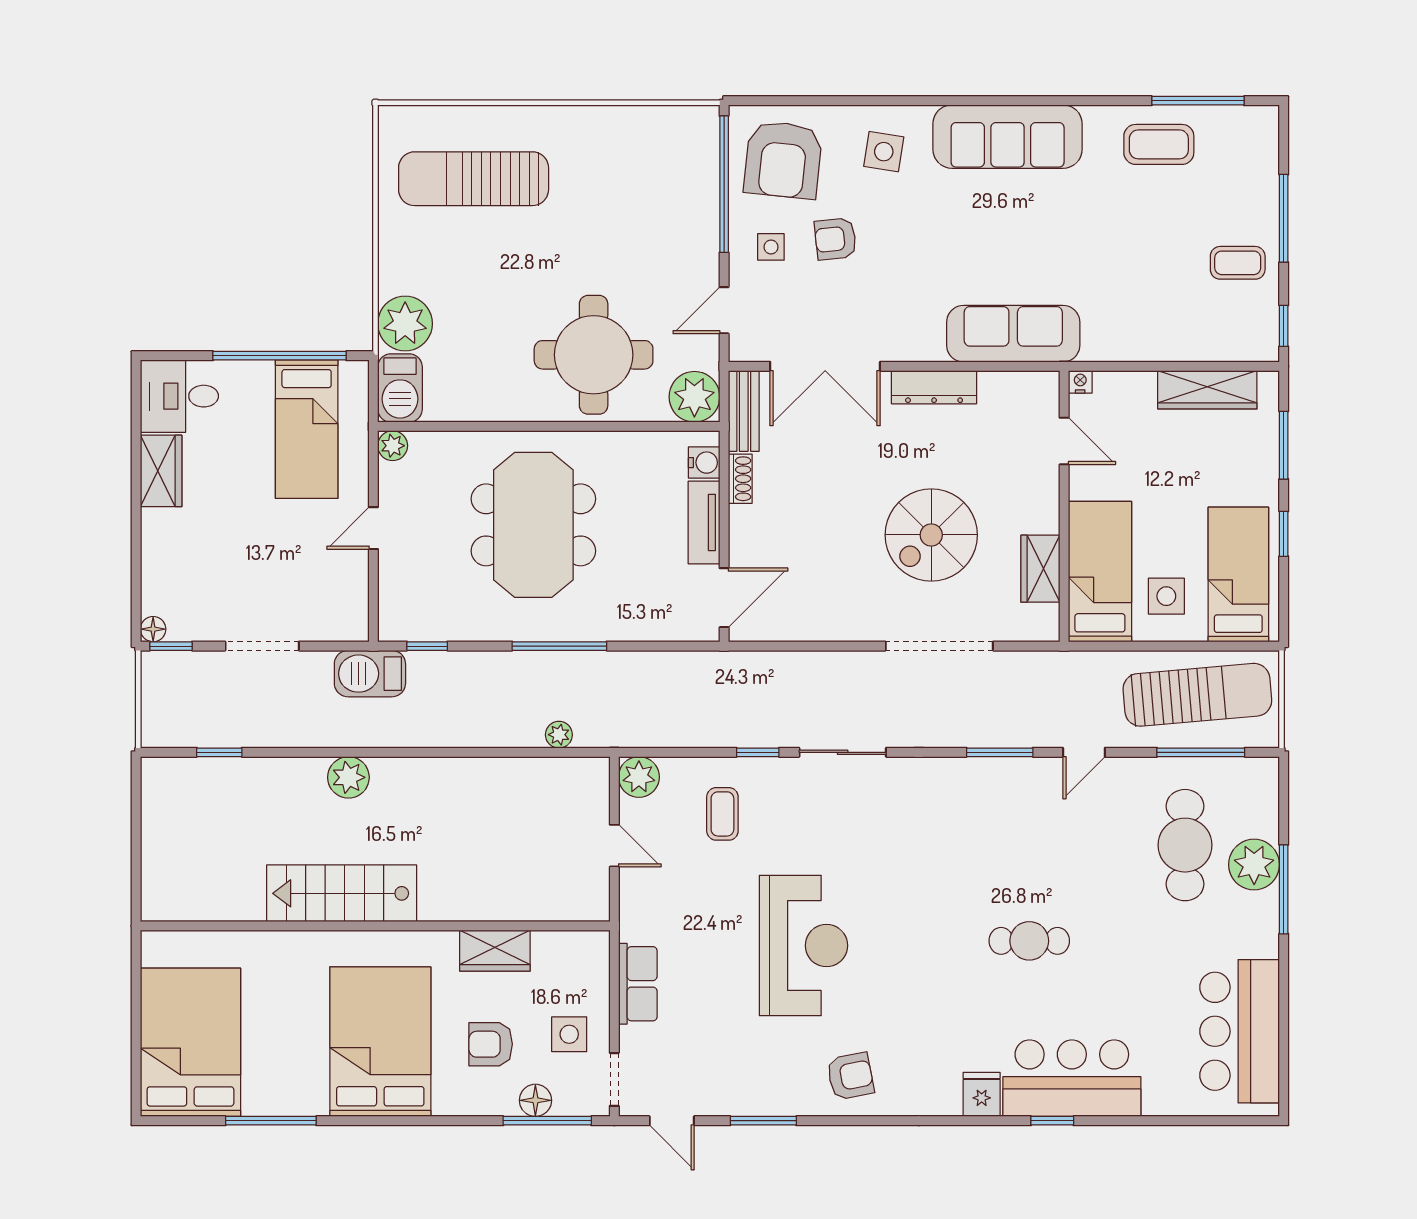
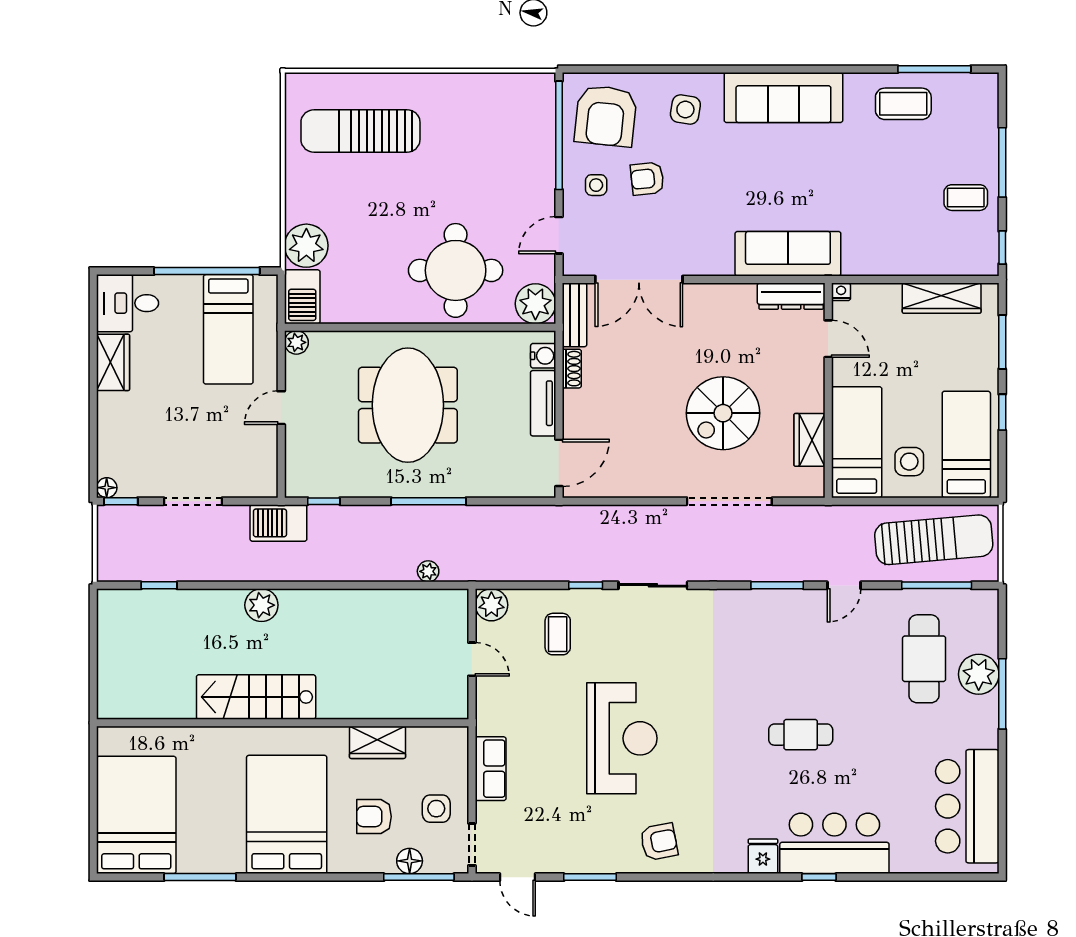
dresser: (934, 387) -> (791, 296), moved

